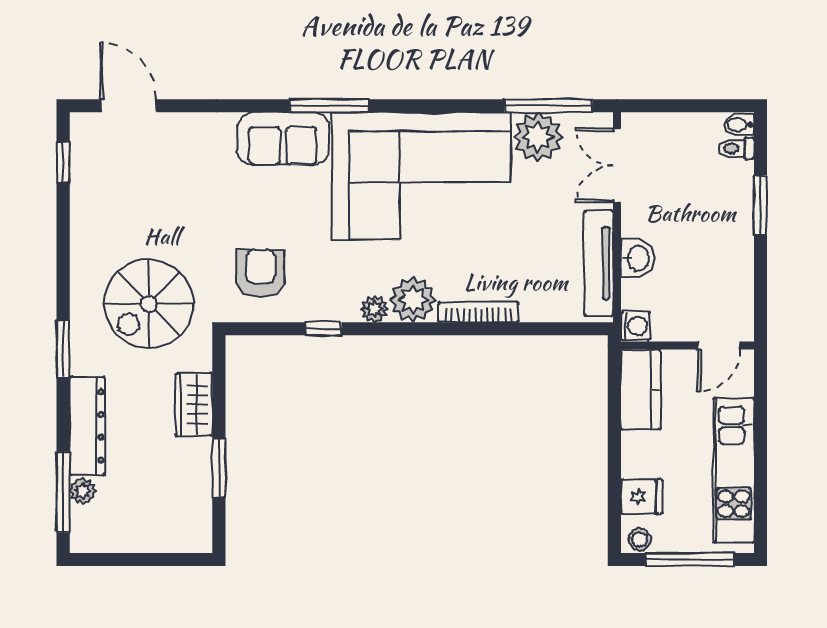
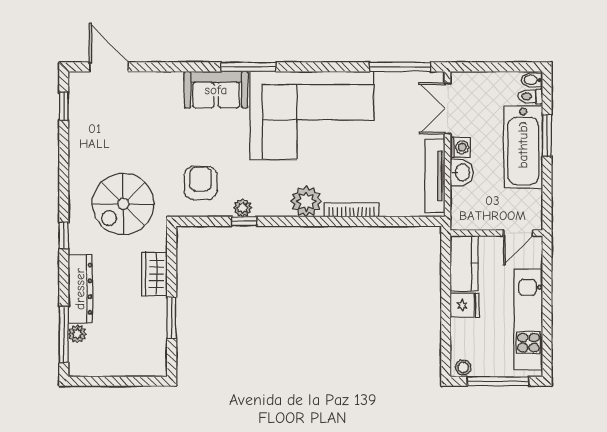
plant: (538, 137) -> (393, 88), removed
bathtub: (726, 221) -> (523, 147), added
plant: (375, 309) -> (243, 208), moved
washing machine: (635, 326) -> (460, 147), moved
window: (63, 349) -> (64, 235), width x0.67
fridge: (642, 497) -> (465, 305), moved

